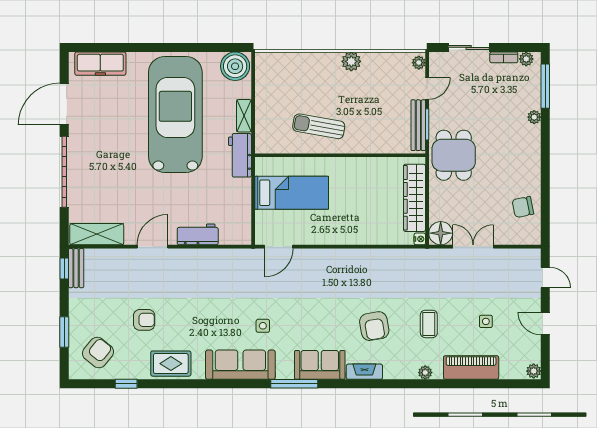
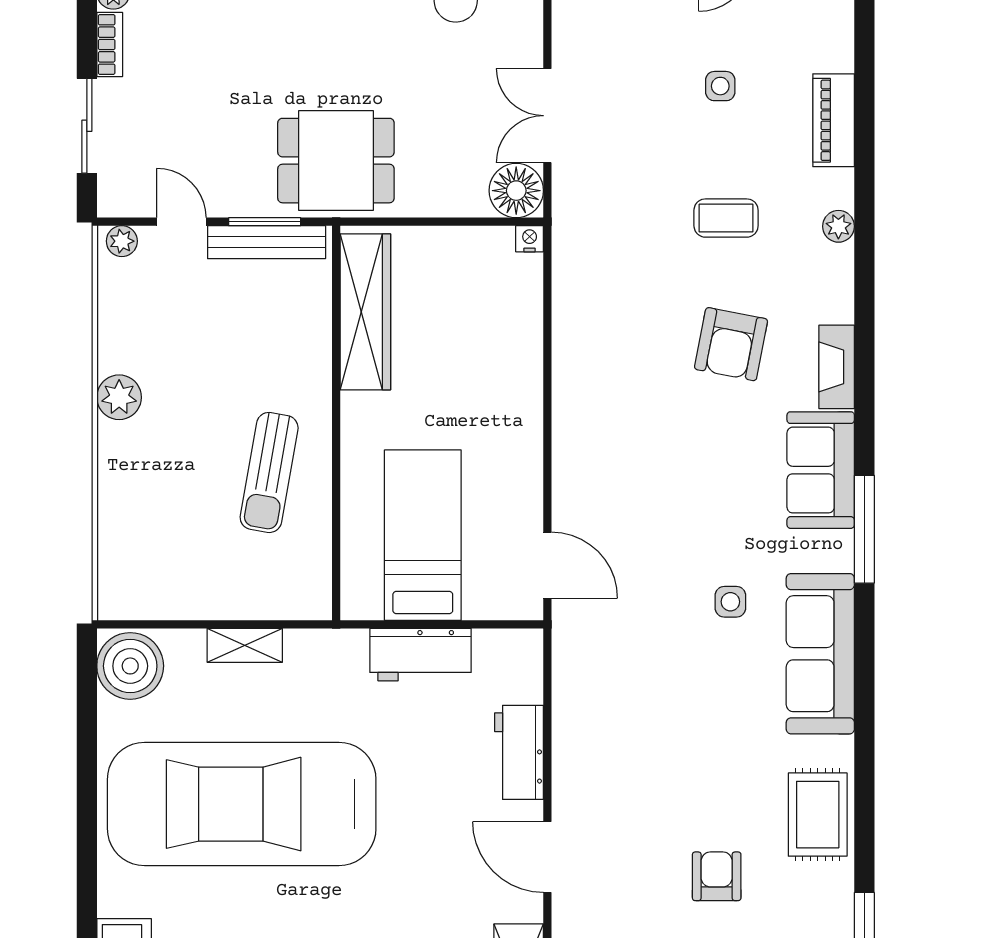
workbench: (240, 155) -> (420, 655), moved
wardrobe: (415, 198) -> (365, 312), moved, turned -90
armchair: (374, 326) -> (731, 344), turned 111
piano: (471, 367) -> (834, 120), width x0.73, depth x0.75

